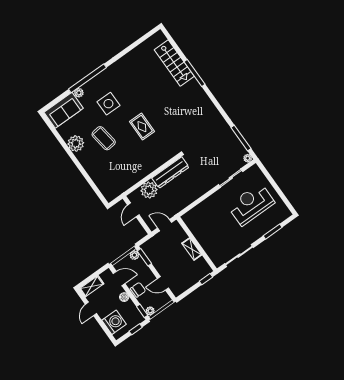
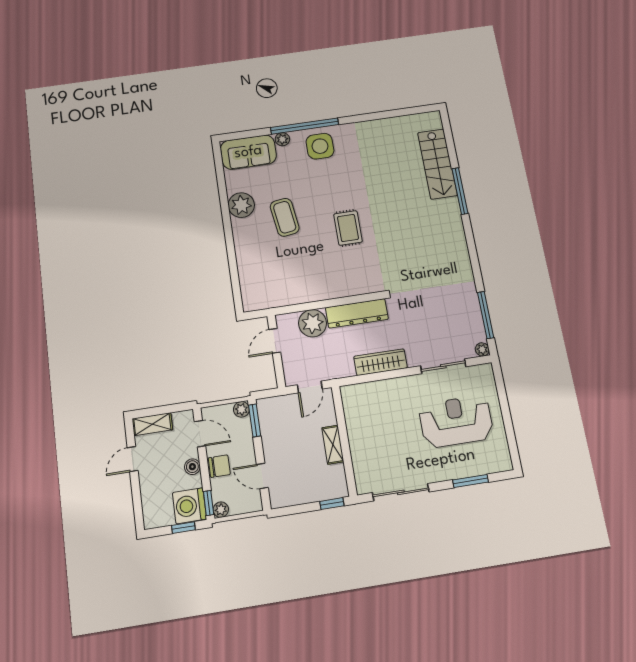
side table: (108, 104) -> (320, 146), moved
wardrobe: (196, 193) -> (380, 362), added
door: (165, 225) -> (310, 387), swing flipped
washing machine: (114, 322) -> (189, 506), moved, turned 180

